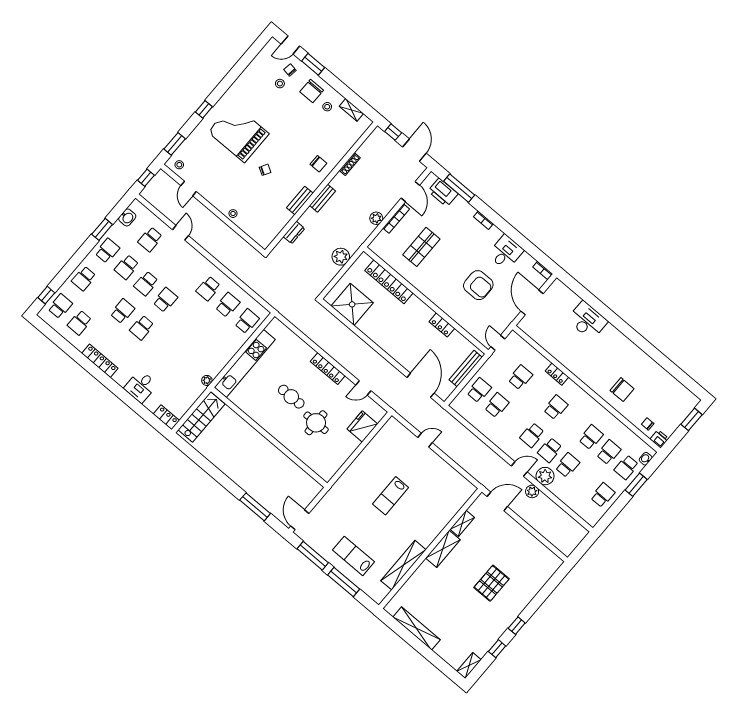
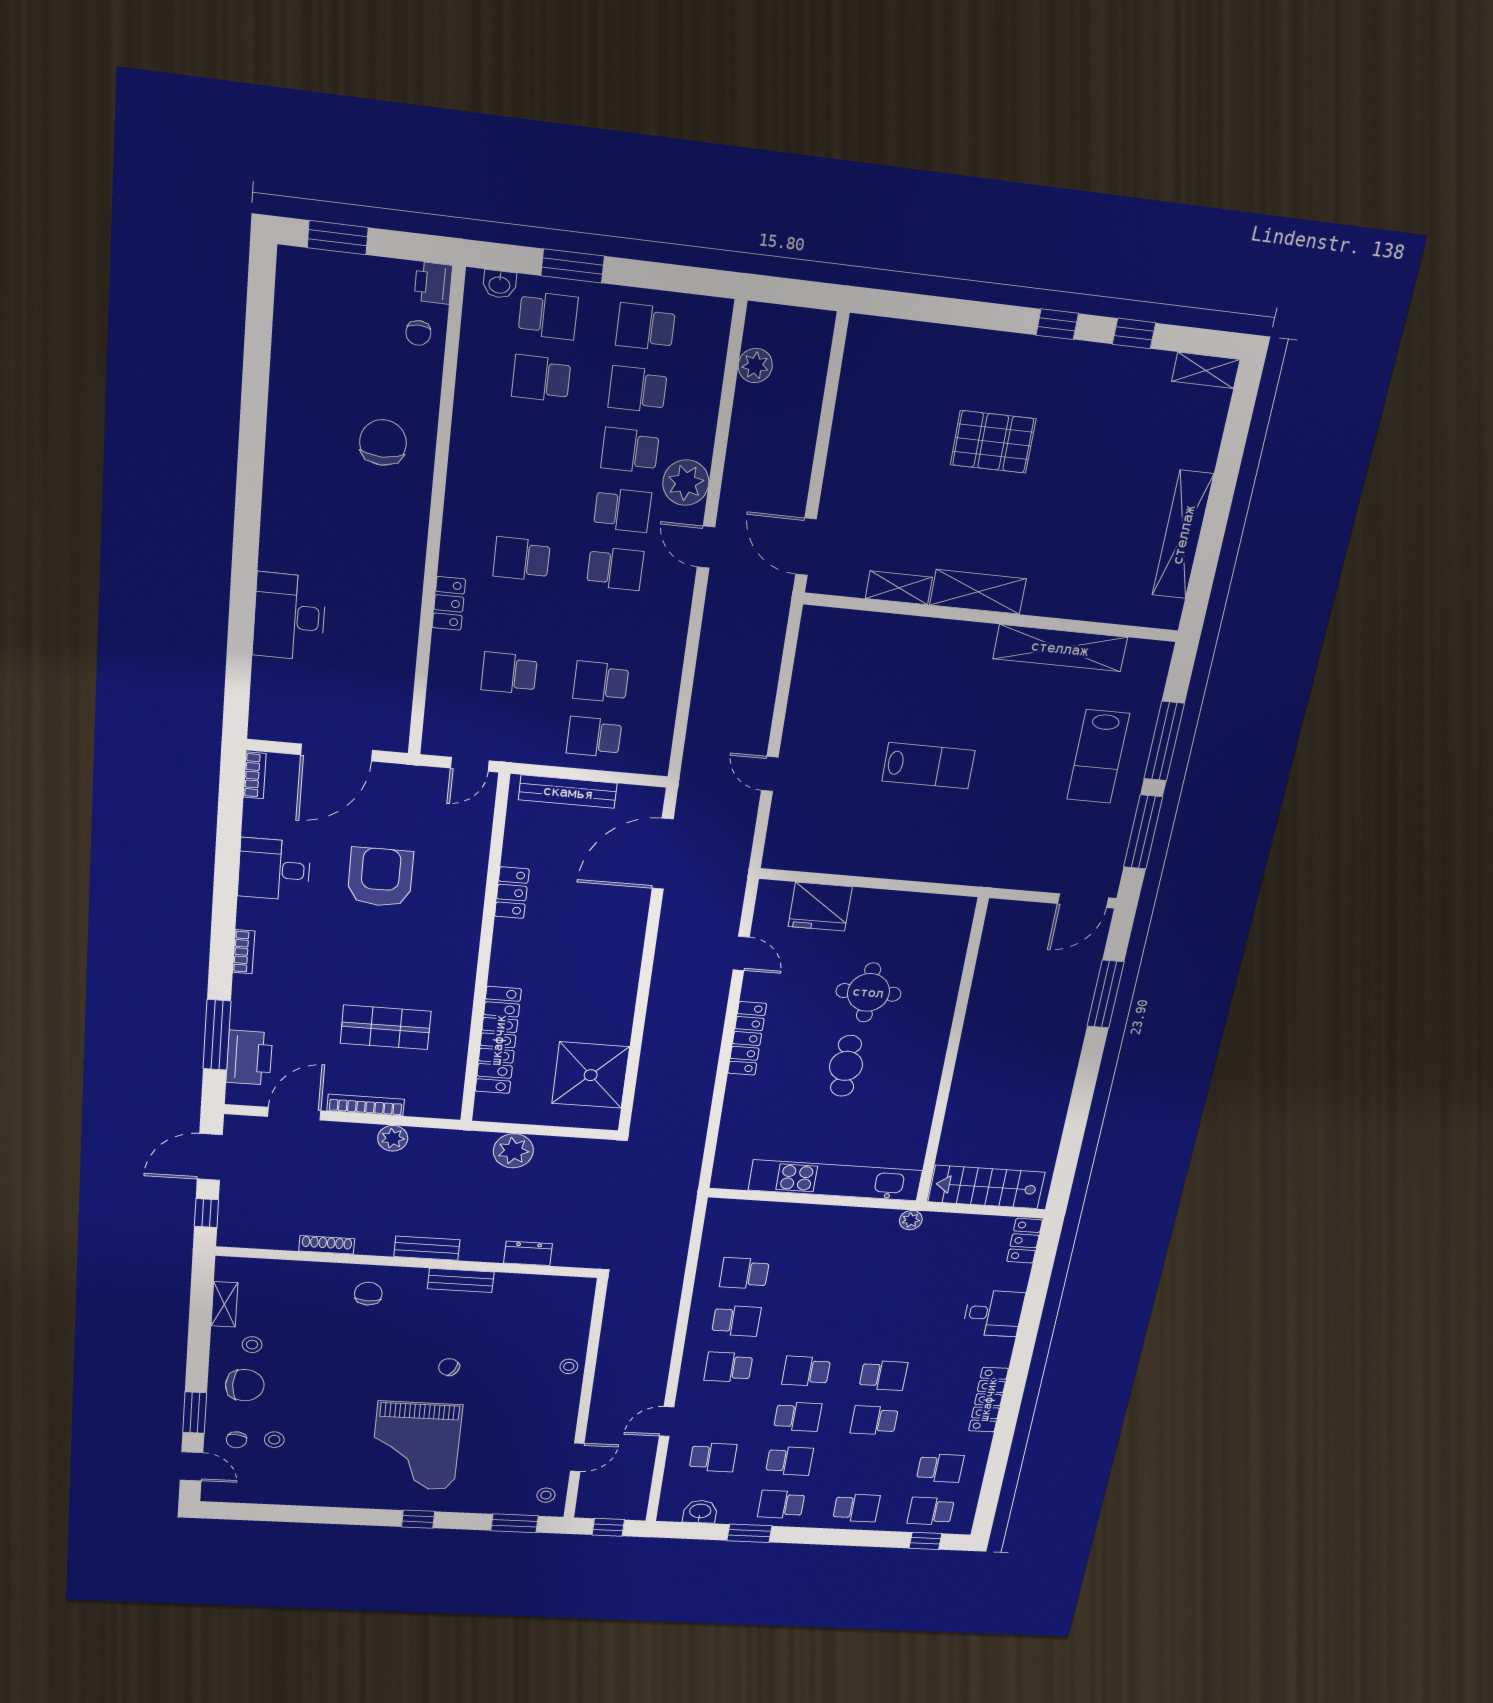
school desk: (247, 321) -> (728, 1367), moved
school desk: (591, 437) -> (638, 389), moved
plant: (532, 491) -> (755, 365), moved

